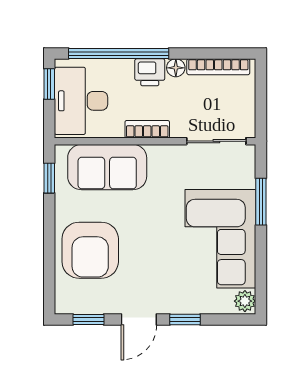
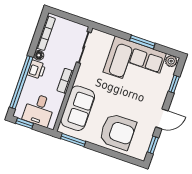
desk: (81, 101) -> (39, 110), width x0.73
window: (49, 178) -> (73, 140), width x1.50
window: (261, 202) -> (142, 42), moved
door: (139, 320) -> (162, 119), hinge flipped
window: (185, 320) -> (174, 84), moved

